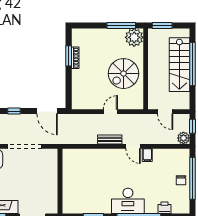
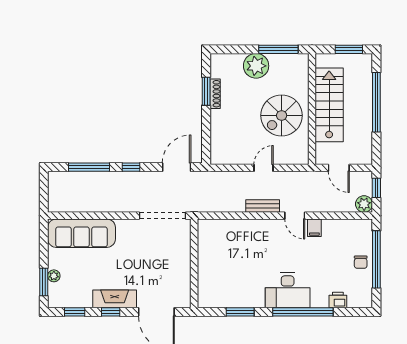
window: (162, 25) -> (349, 49), moved
plant: (134, 37) -> (256, 66), moved
stairs: (179, 65) -> (329, 105), moved, turned 180
door: (47, 111) -> (177, 167), swing flipped
doorway: (25, 146) -> (162, 216), moved

